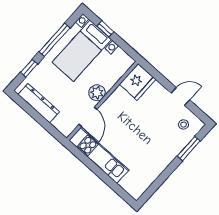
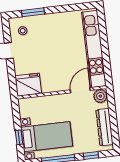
plant: (97, 93) -> (100, 96), moved
kitchen unit: (99, 155) -> (94, 49), width x1.36

